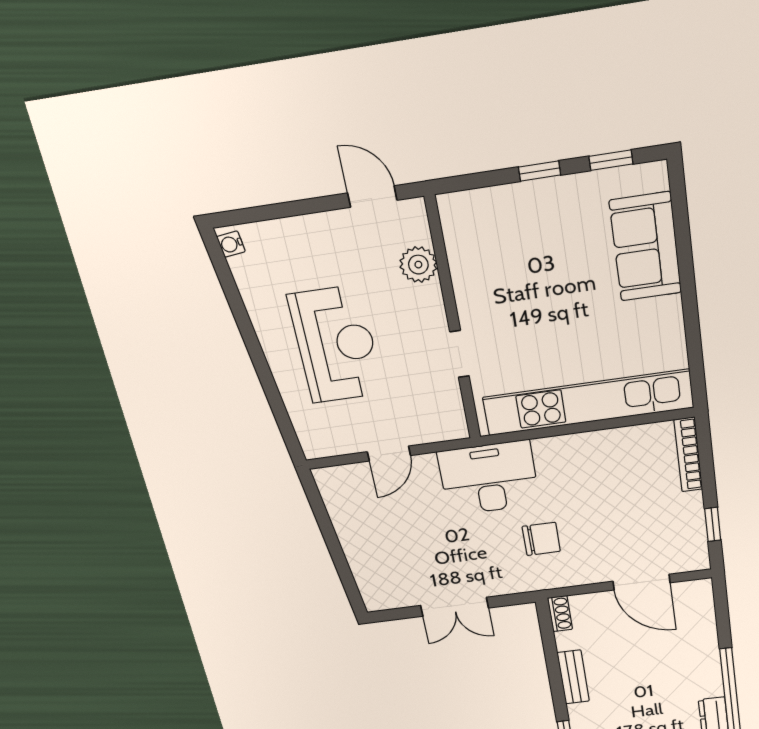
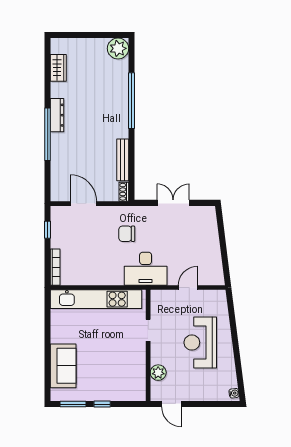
window: (611, 160) -> (73, 404), width x1.50
bench: (573, 677) -> (123, 160), width x1.36

